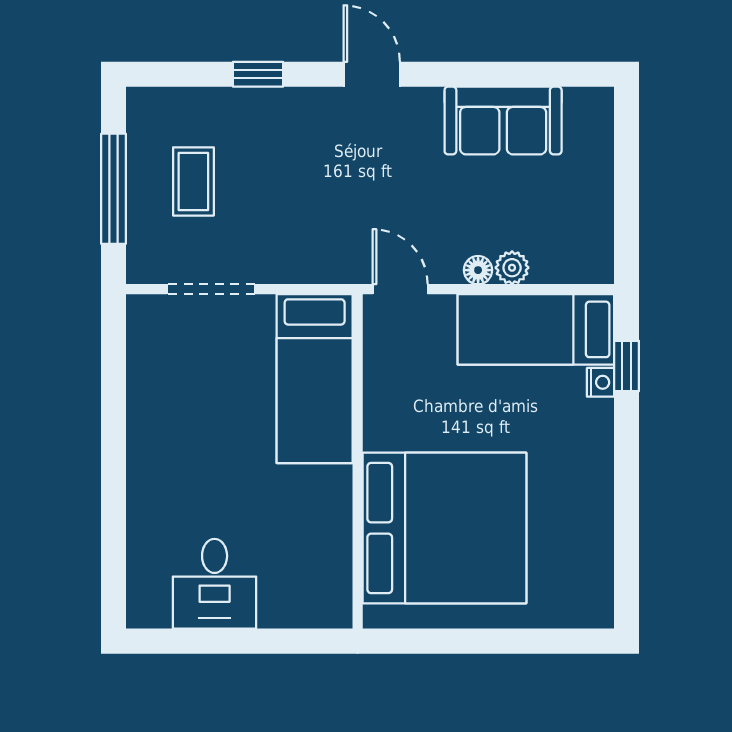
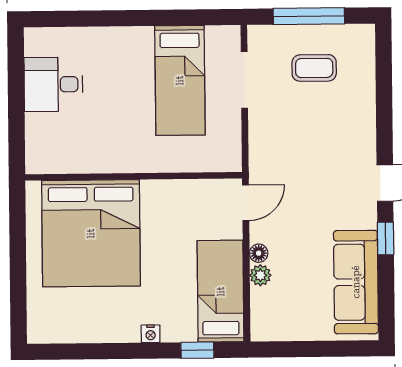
window: (258, 74) -> (386, 238), moved
sofa: (503, 121) -> (356, 282), width x1.36
bed: (315, 379) -> (180, 80), moved, turned -90
nightstand: (600, 382) -> (151, 334), moved

